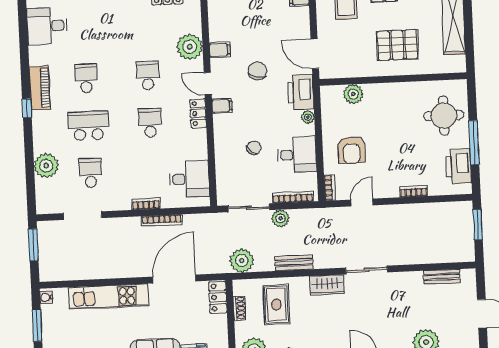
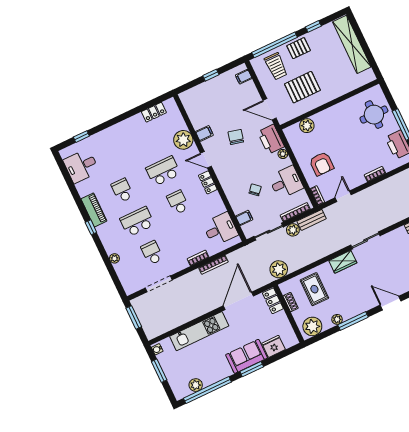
pallet: (397, 45) -> (302, 87), moved
school desk: (148, 75) -> (163, 171), width x1.85
filing cabinet: (222, 106) -> (244, 218), moved
plant: (46, 166) -> (114, 258), width x0.53, depth x0.53
bench: (294, 263) -> (312, 220), moved

